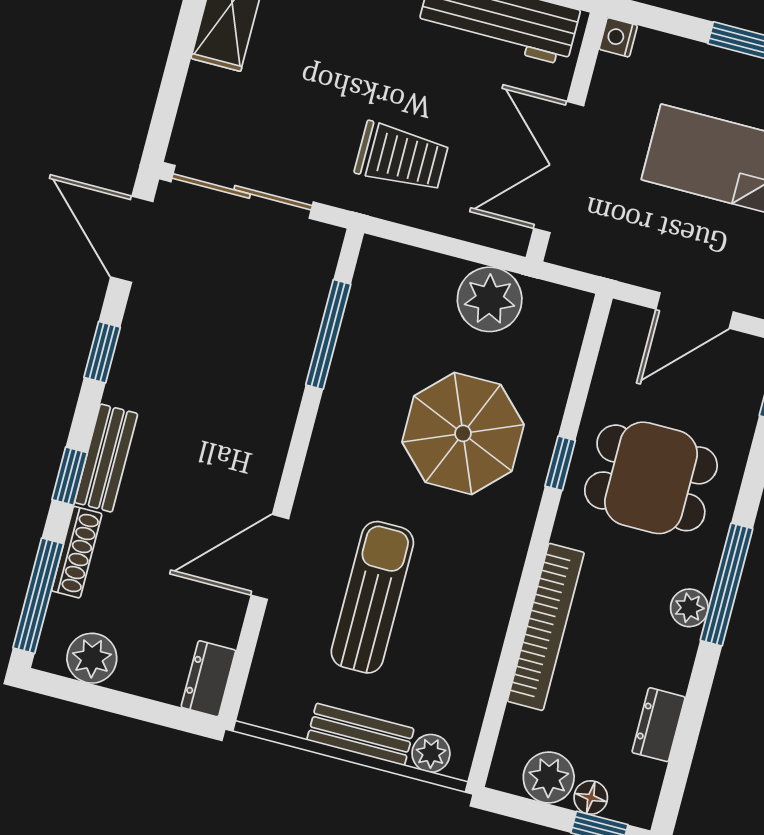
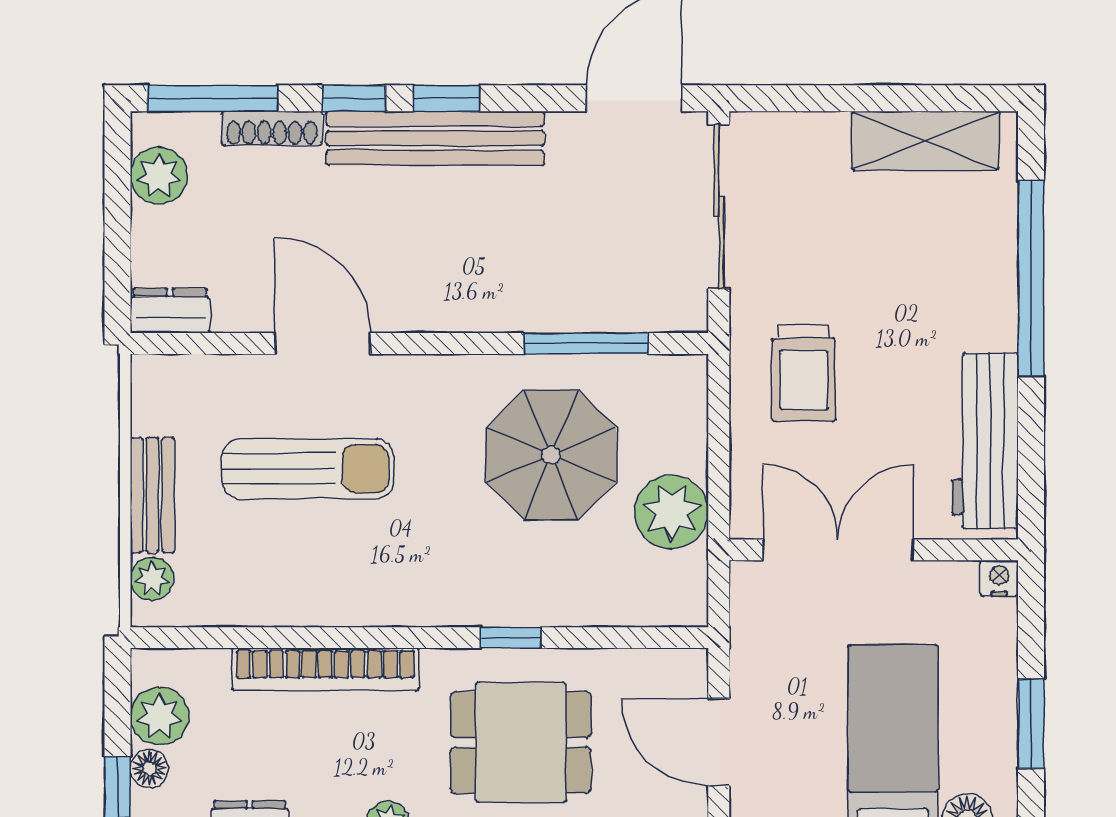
window: (102, 352) -> (446, 98), moved
parasol: (463, 433) -> (551, 455), moved
bench: (106, 458) -> (435, 138), width x1.86, depth x1.21
dining table: (651, 478) -> (521, 742), turned 90

